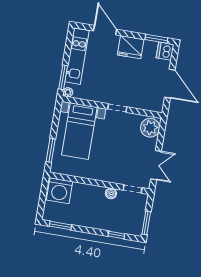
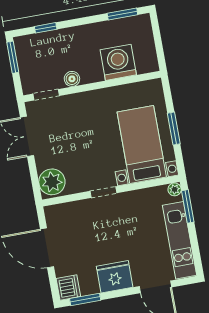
window: (51, 150) -> (174, 129), moved
washing machine: (60, 191) -> (118, 62), moved

